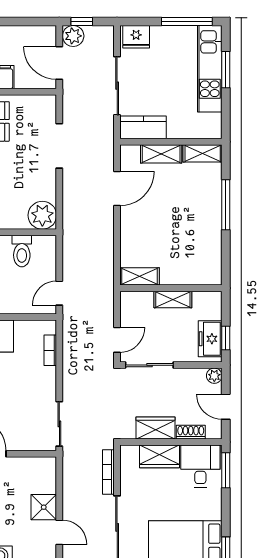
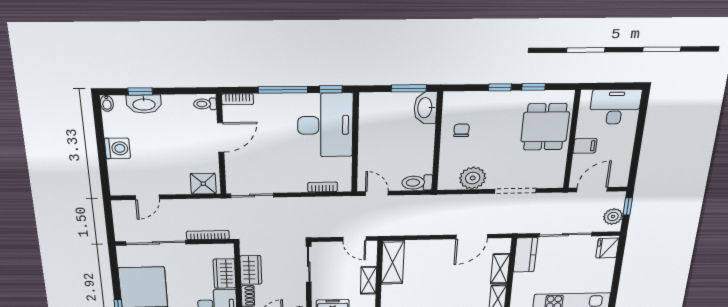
window: (187, 22) -> (615, 285), removed
plant: (73, 36) -> (613, 216), moved
door: (117, 189) -> (472, 237), hinge flipped
plant: (42, 215) -> (473, 178), moved
toilet: (22, 251) -> (417, 183), moved
shelving: (140, 276) -> (393, 262), width x1.50, depth x1.33
door: (117, 340) -> (354, 239), moved
shower: (44, 507) -> (203, 184), moved

